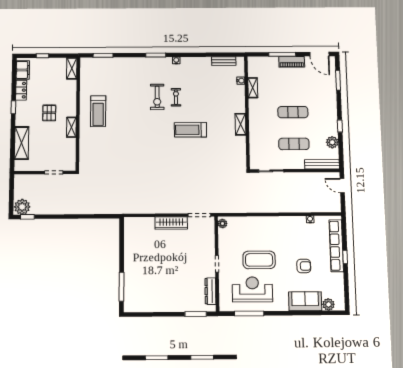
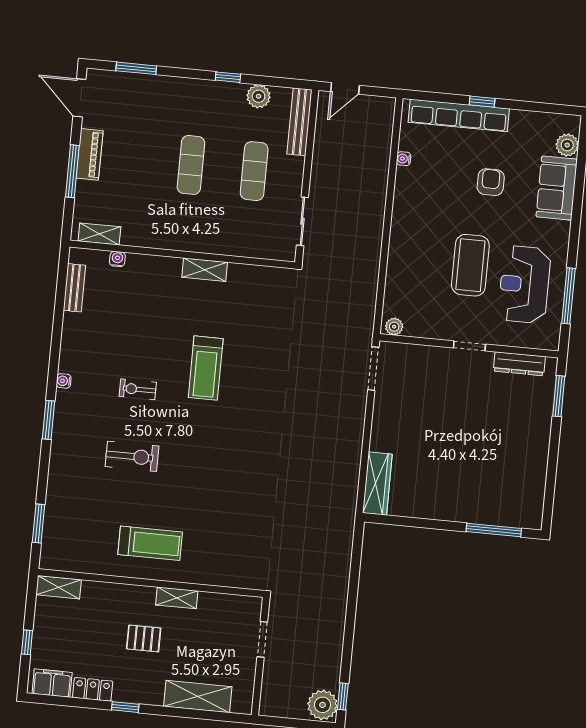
door: (319, 54) -> (79, 98), swing flipped
shelving: (253, 88) -> (99, 234), moved
exercise bike: (157, 97) -> (132, 456), moved
wardrobe: (171, 223) -> (377, 484), moved

